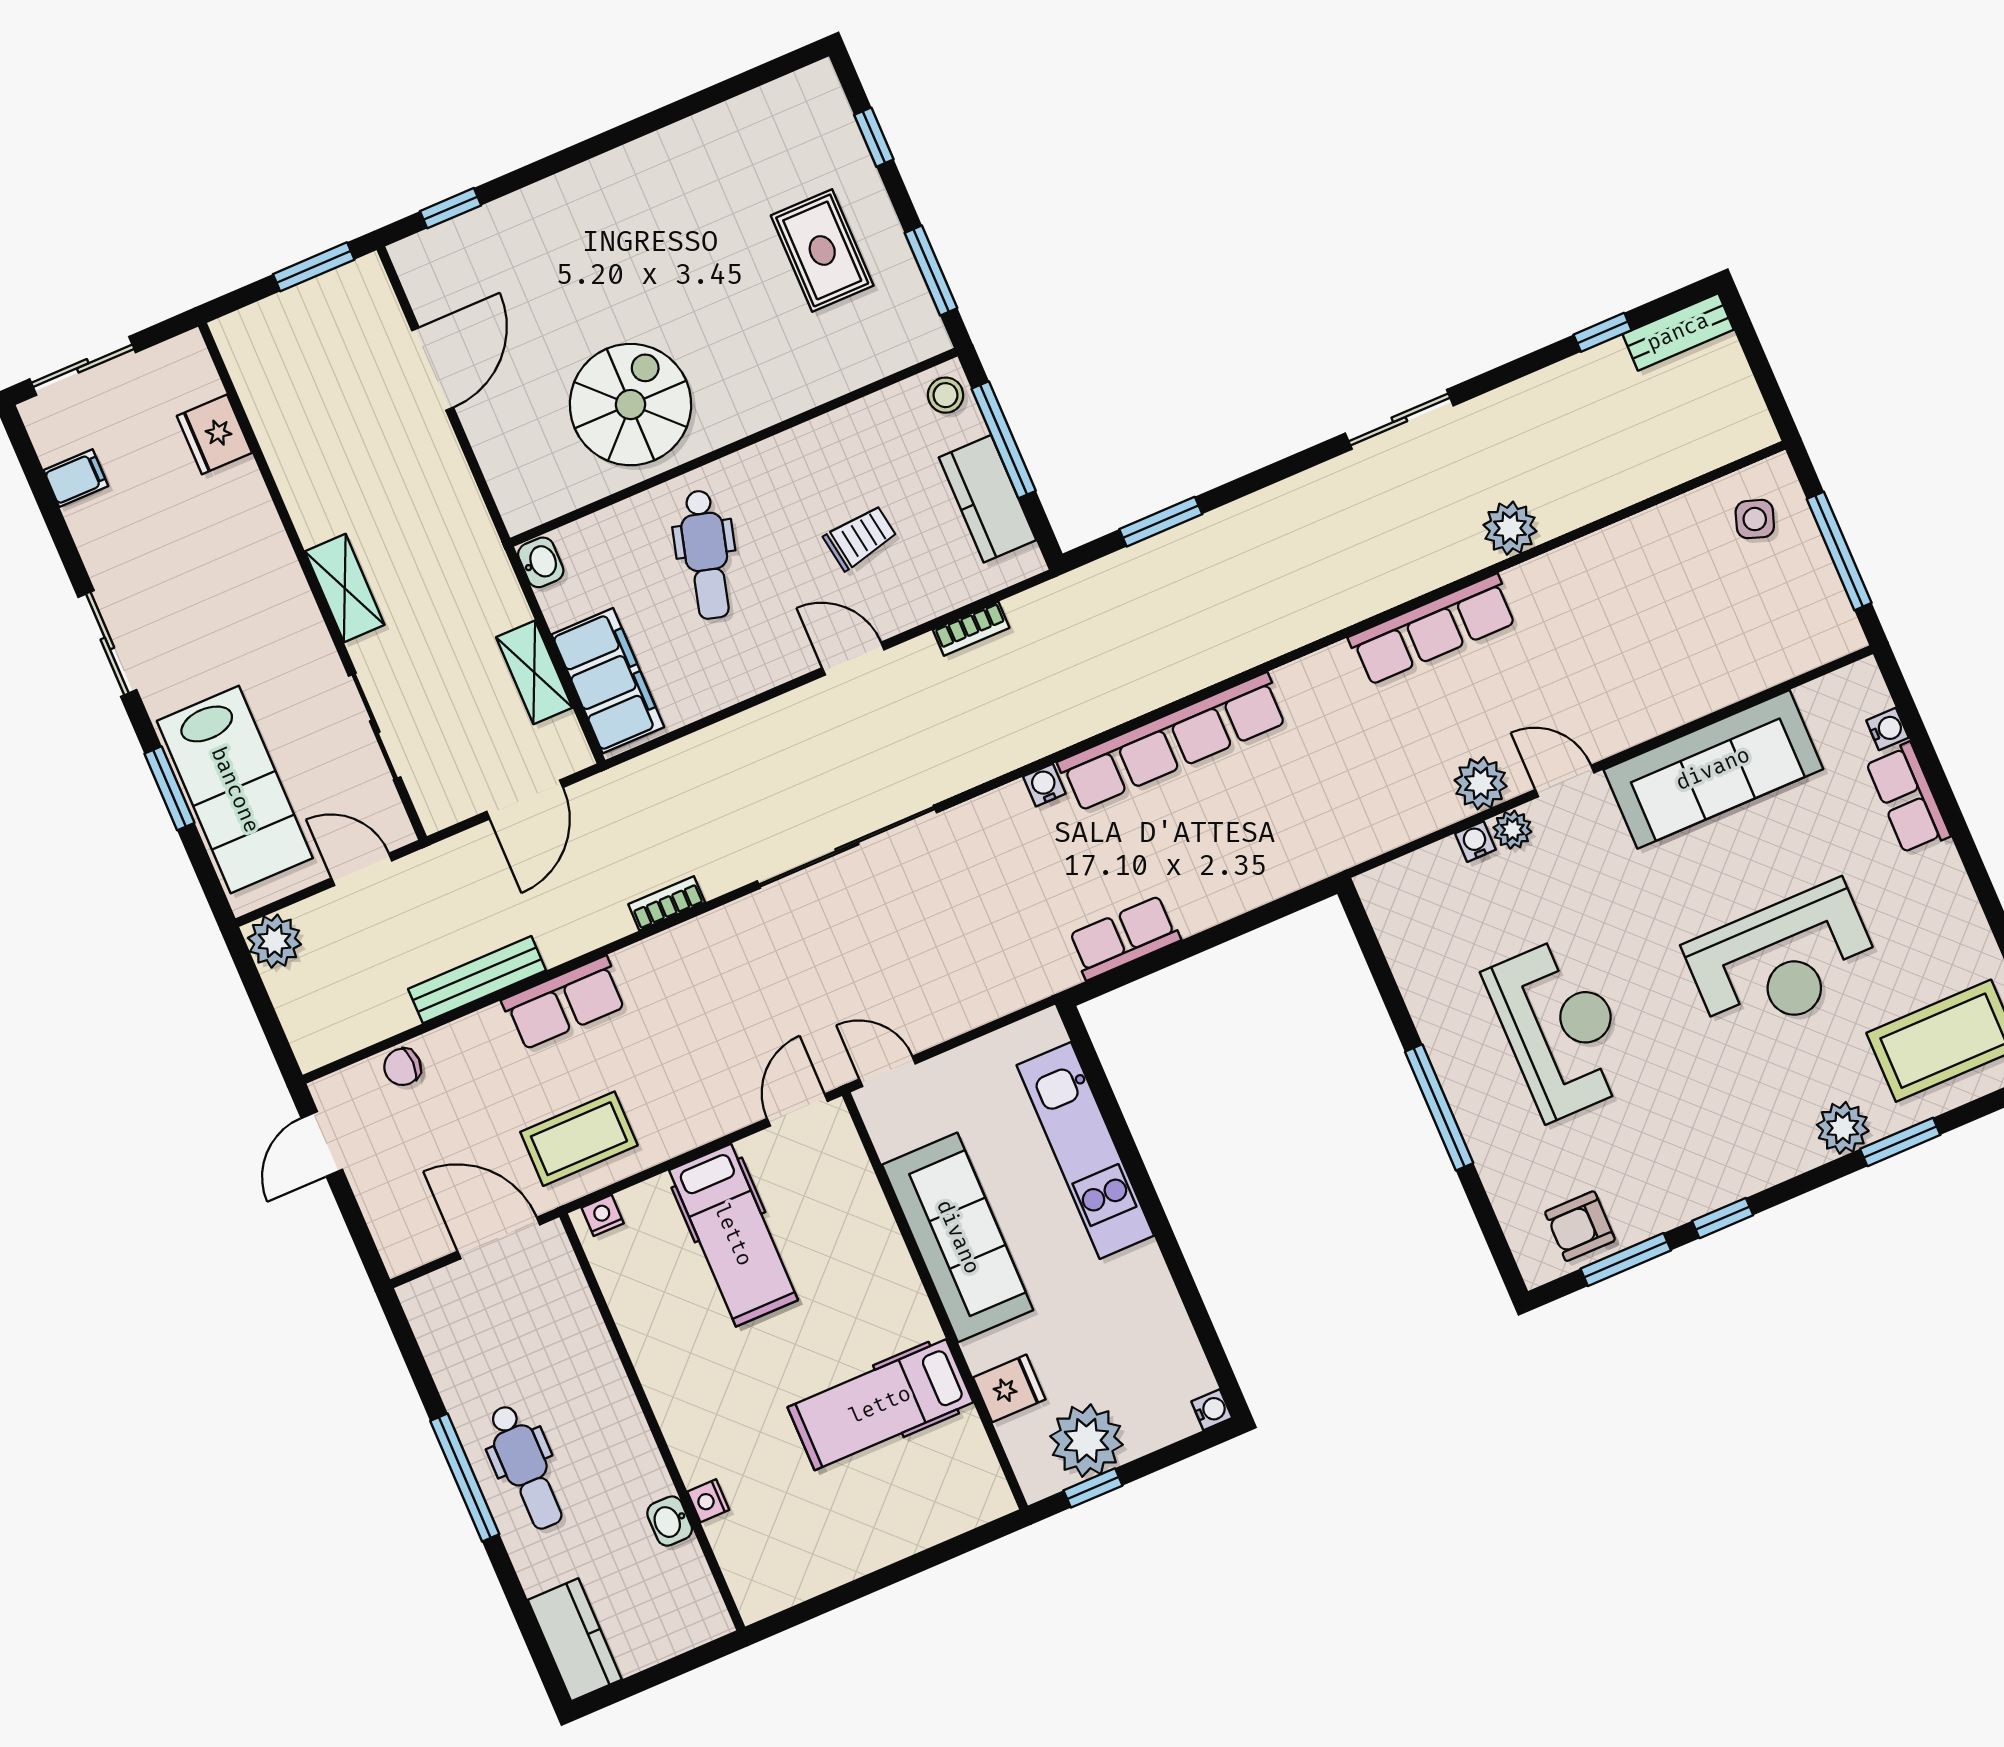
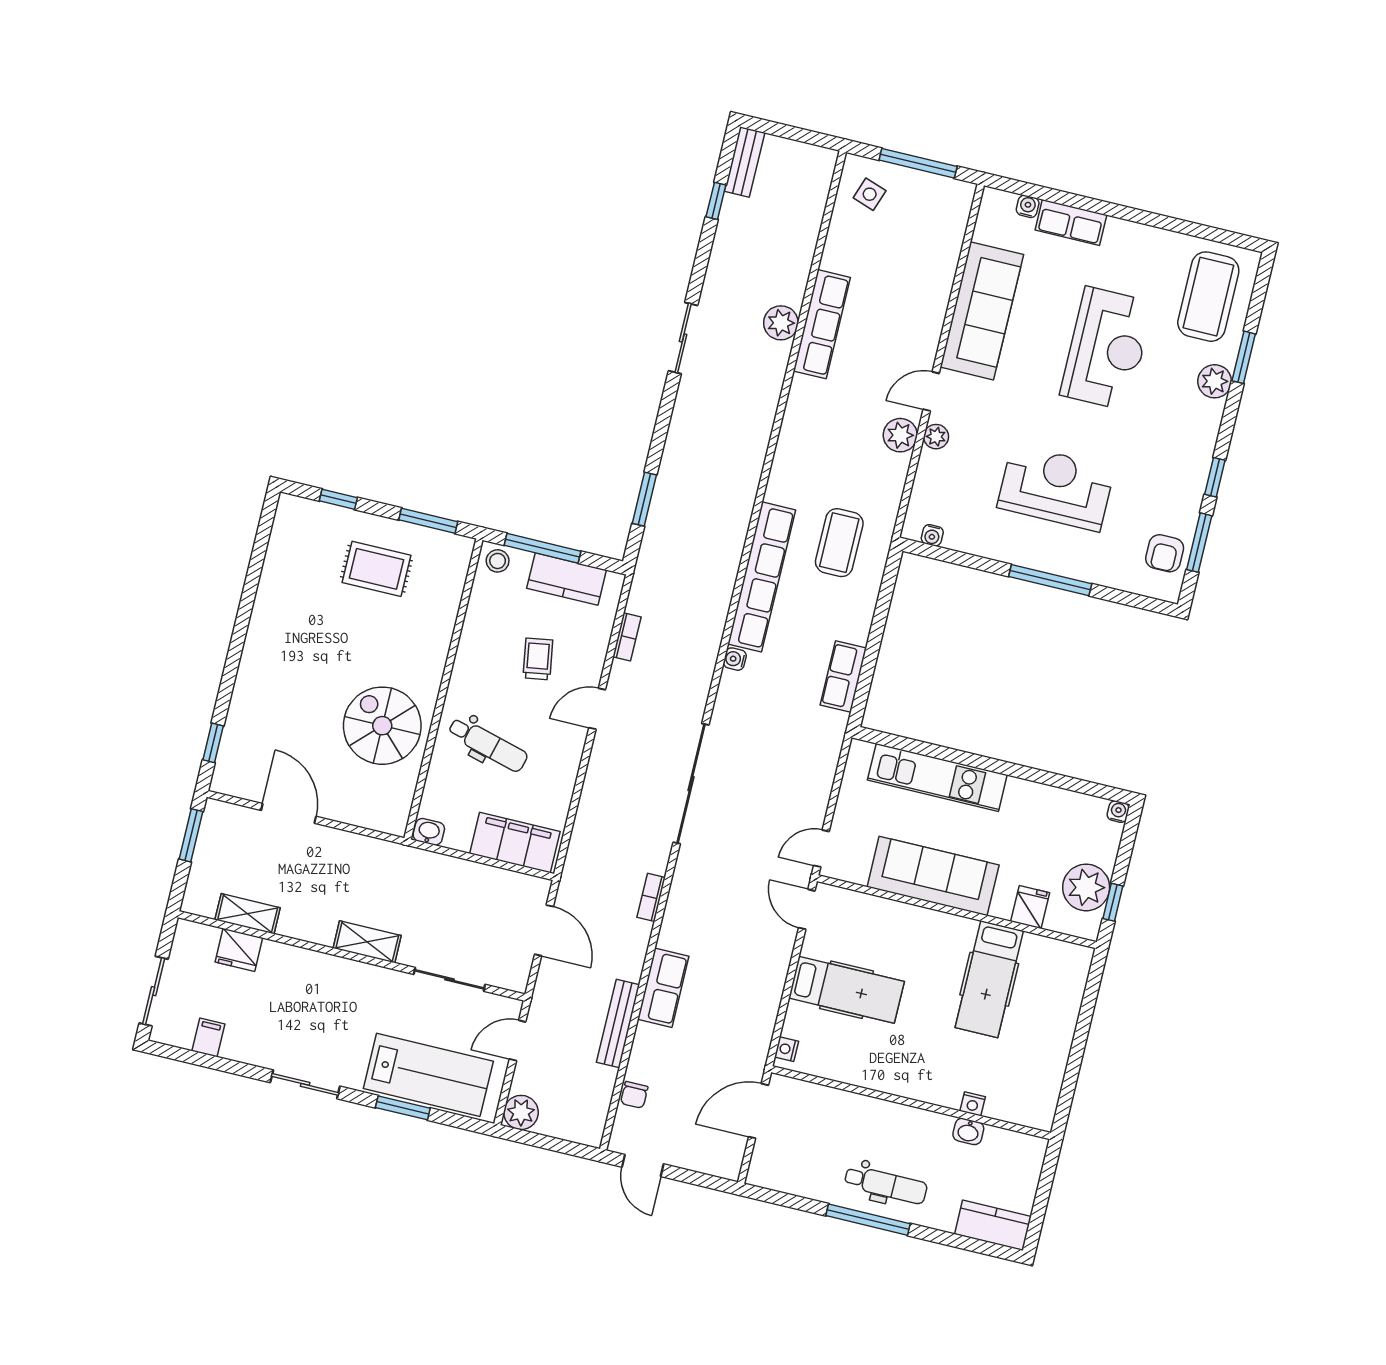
row of seats: (1433, 630) -> (822, 324), moved
shelving: (534, 672) -> (248, 914), moved
water cooler: (1475, 842) -> (932, 535), moved, turned -90
coffee table: (579, 1139) -> (839, 543), moved

